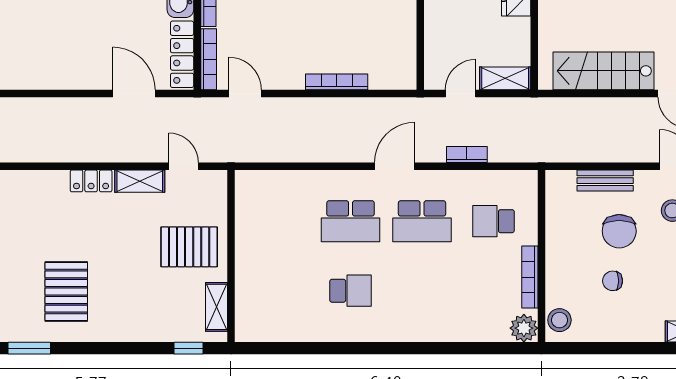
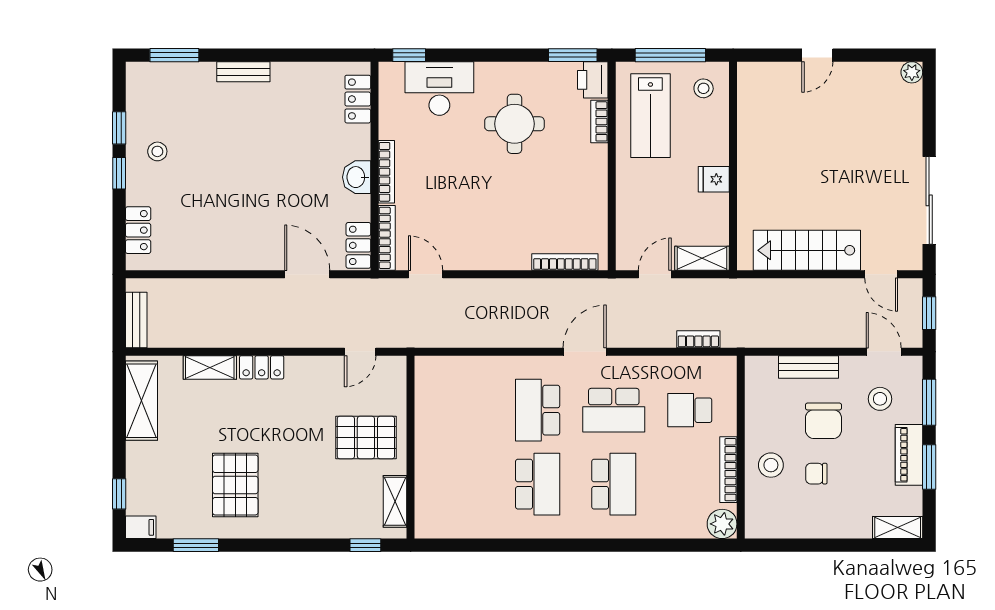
locker: (182, 54) -> (358, 245), width x0.66
bookcase: (337, 82) -> (565, 262), moved
bookcase: (467, 155) -> (698, 339), moved
door: (184, 166) -> (360, 352), swing flipped
shelving: (140, 181) -> (210, 367), moved
school desk: (351, 221) -> (538, 410), turned 90
school desk: (351, 291) -> (538, 484), width x1.85
school desk: (422, 291) -> (614, 484), added
stool: (559, 320) -> (771, 465), moved

